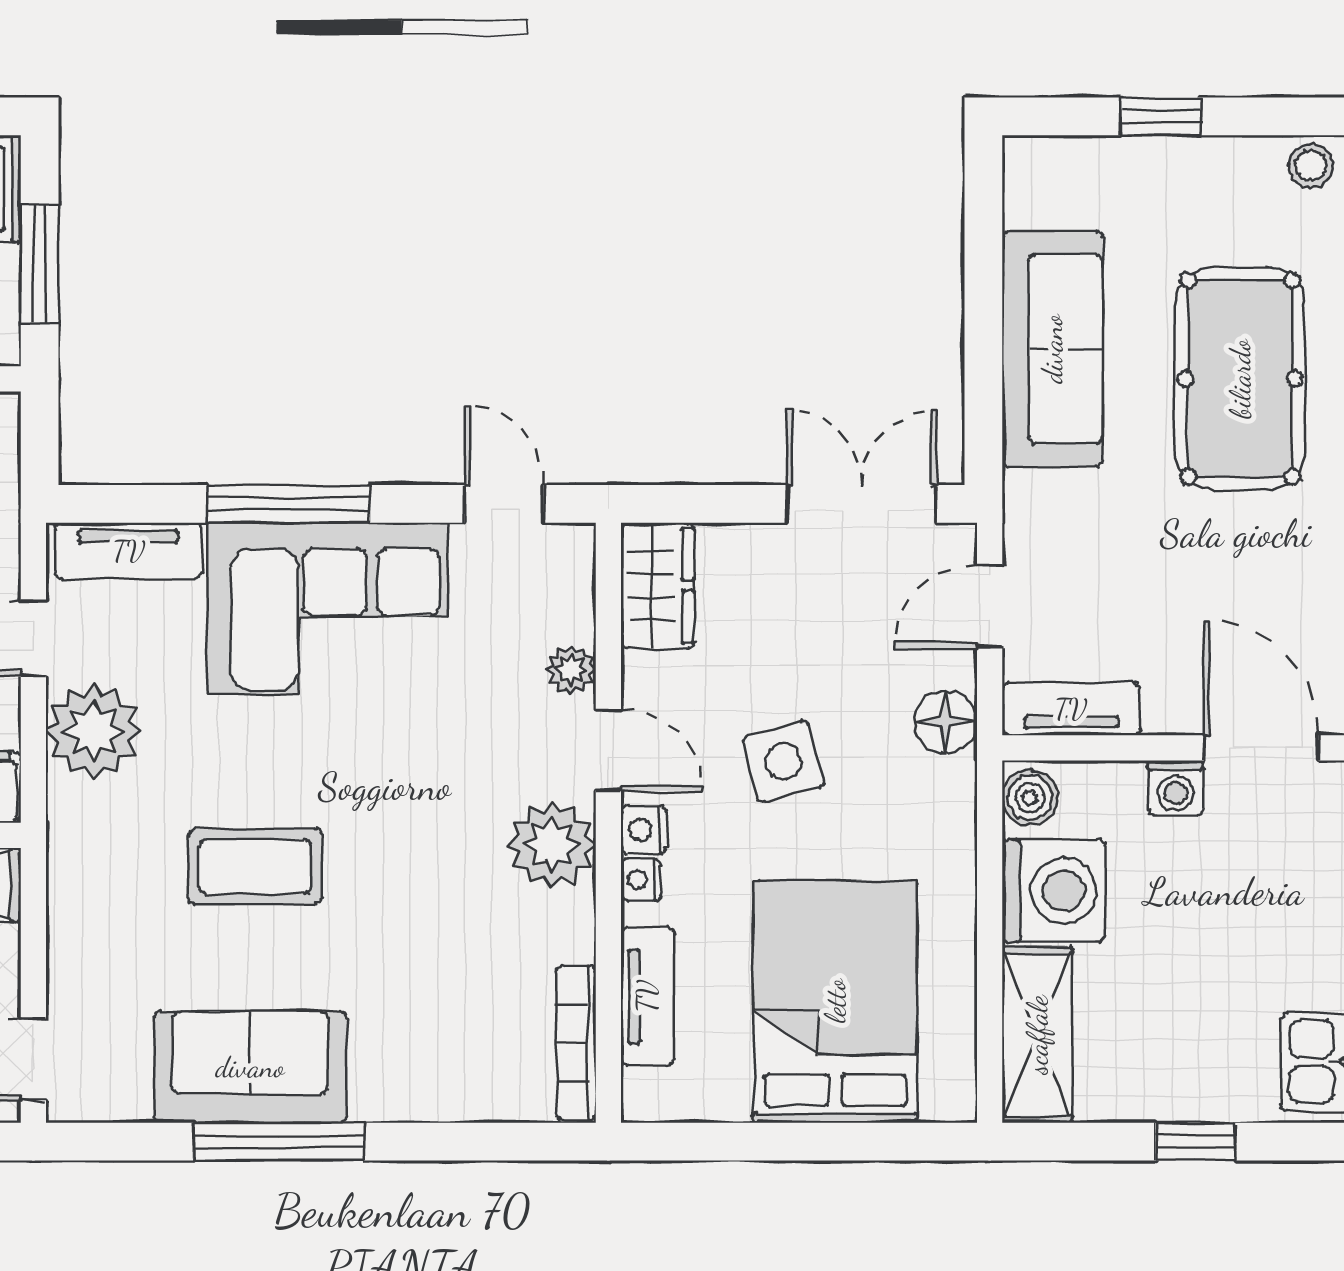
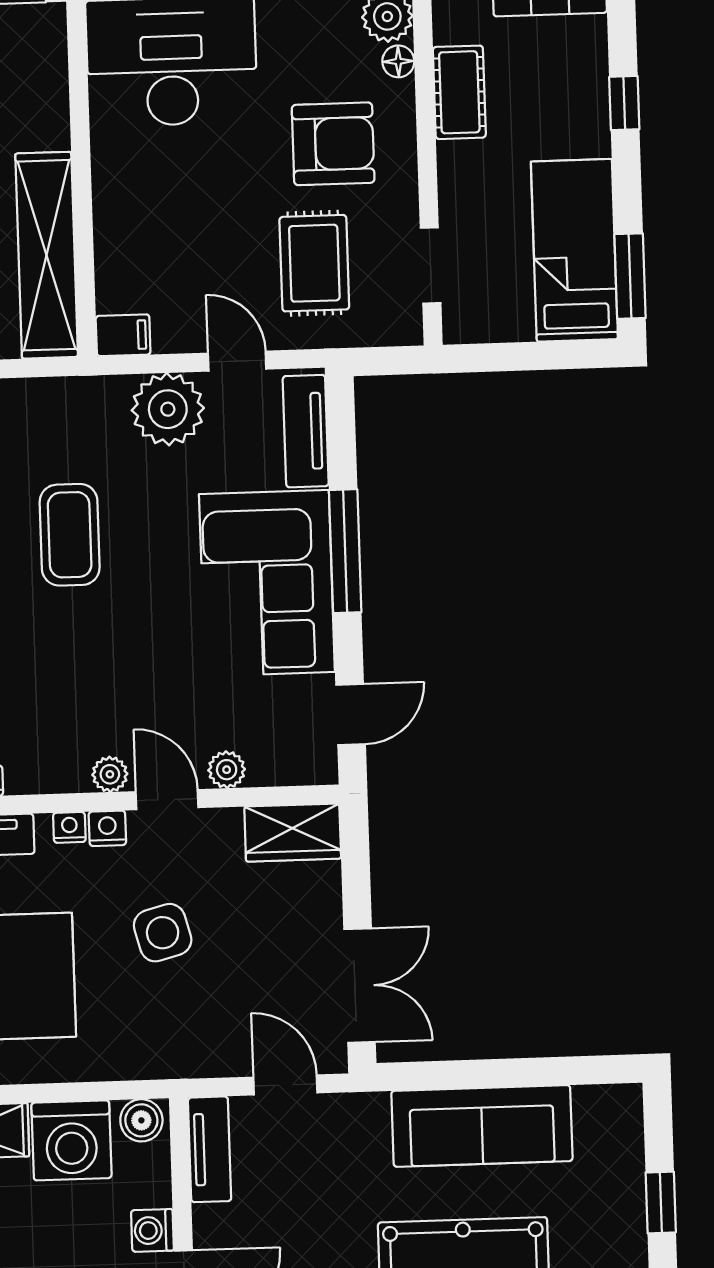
window: (40, 264) -> (521, 356), removed
floor lamp: (946, 722) -> (197, 1054), removed
door: (608, 750) -> (167, 800), swing flipped
plant: (552, 844) -> (110, 774), width x0.53, depth x0.53

